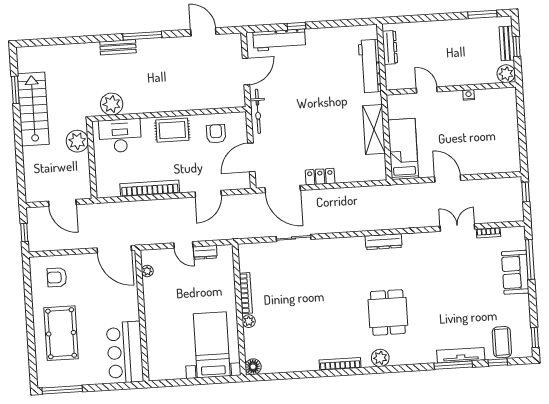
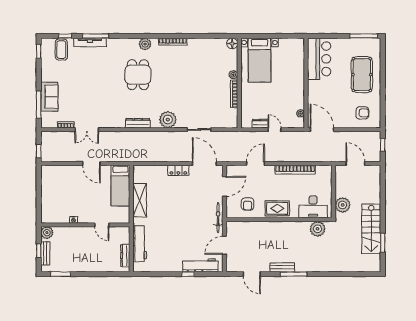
bench: (118, 47) -> (282, 267), moved
plant: (340, 250) -> (168, 120), added

